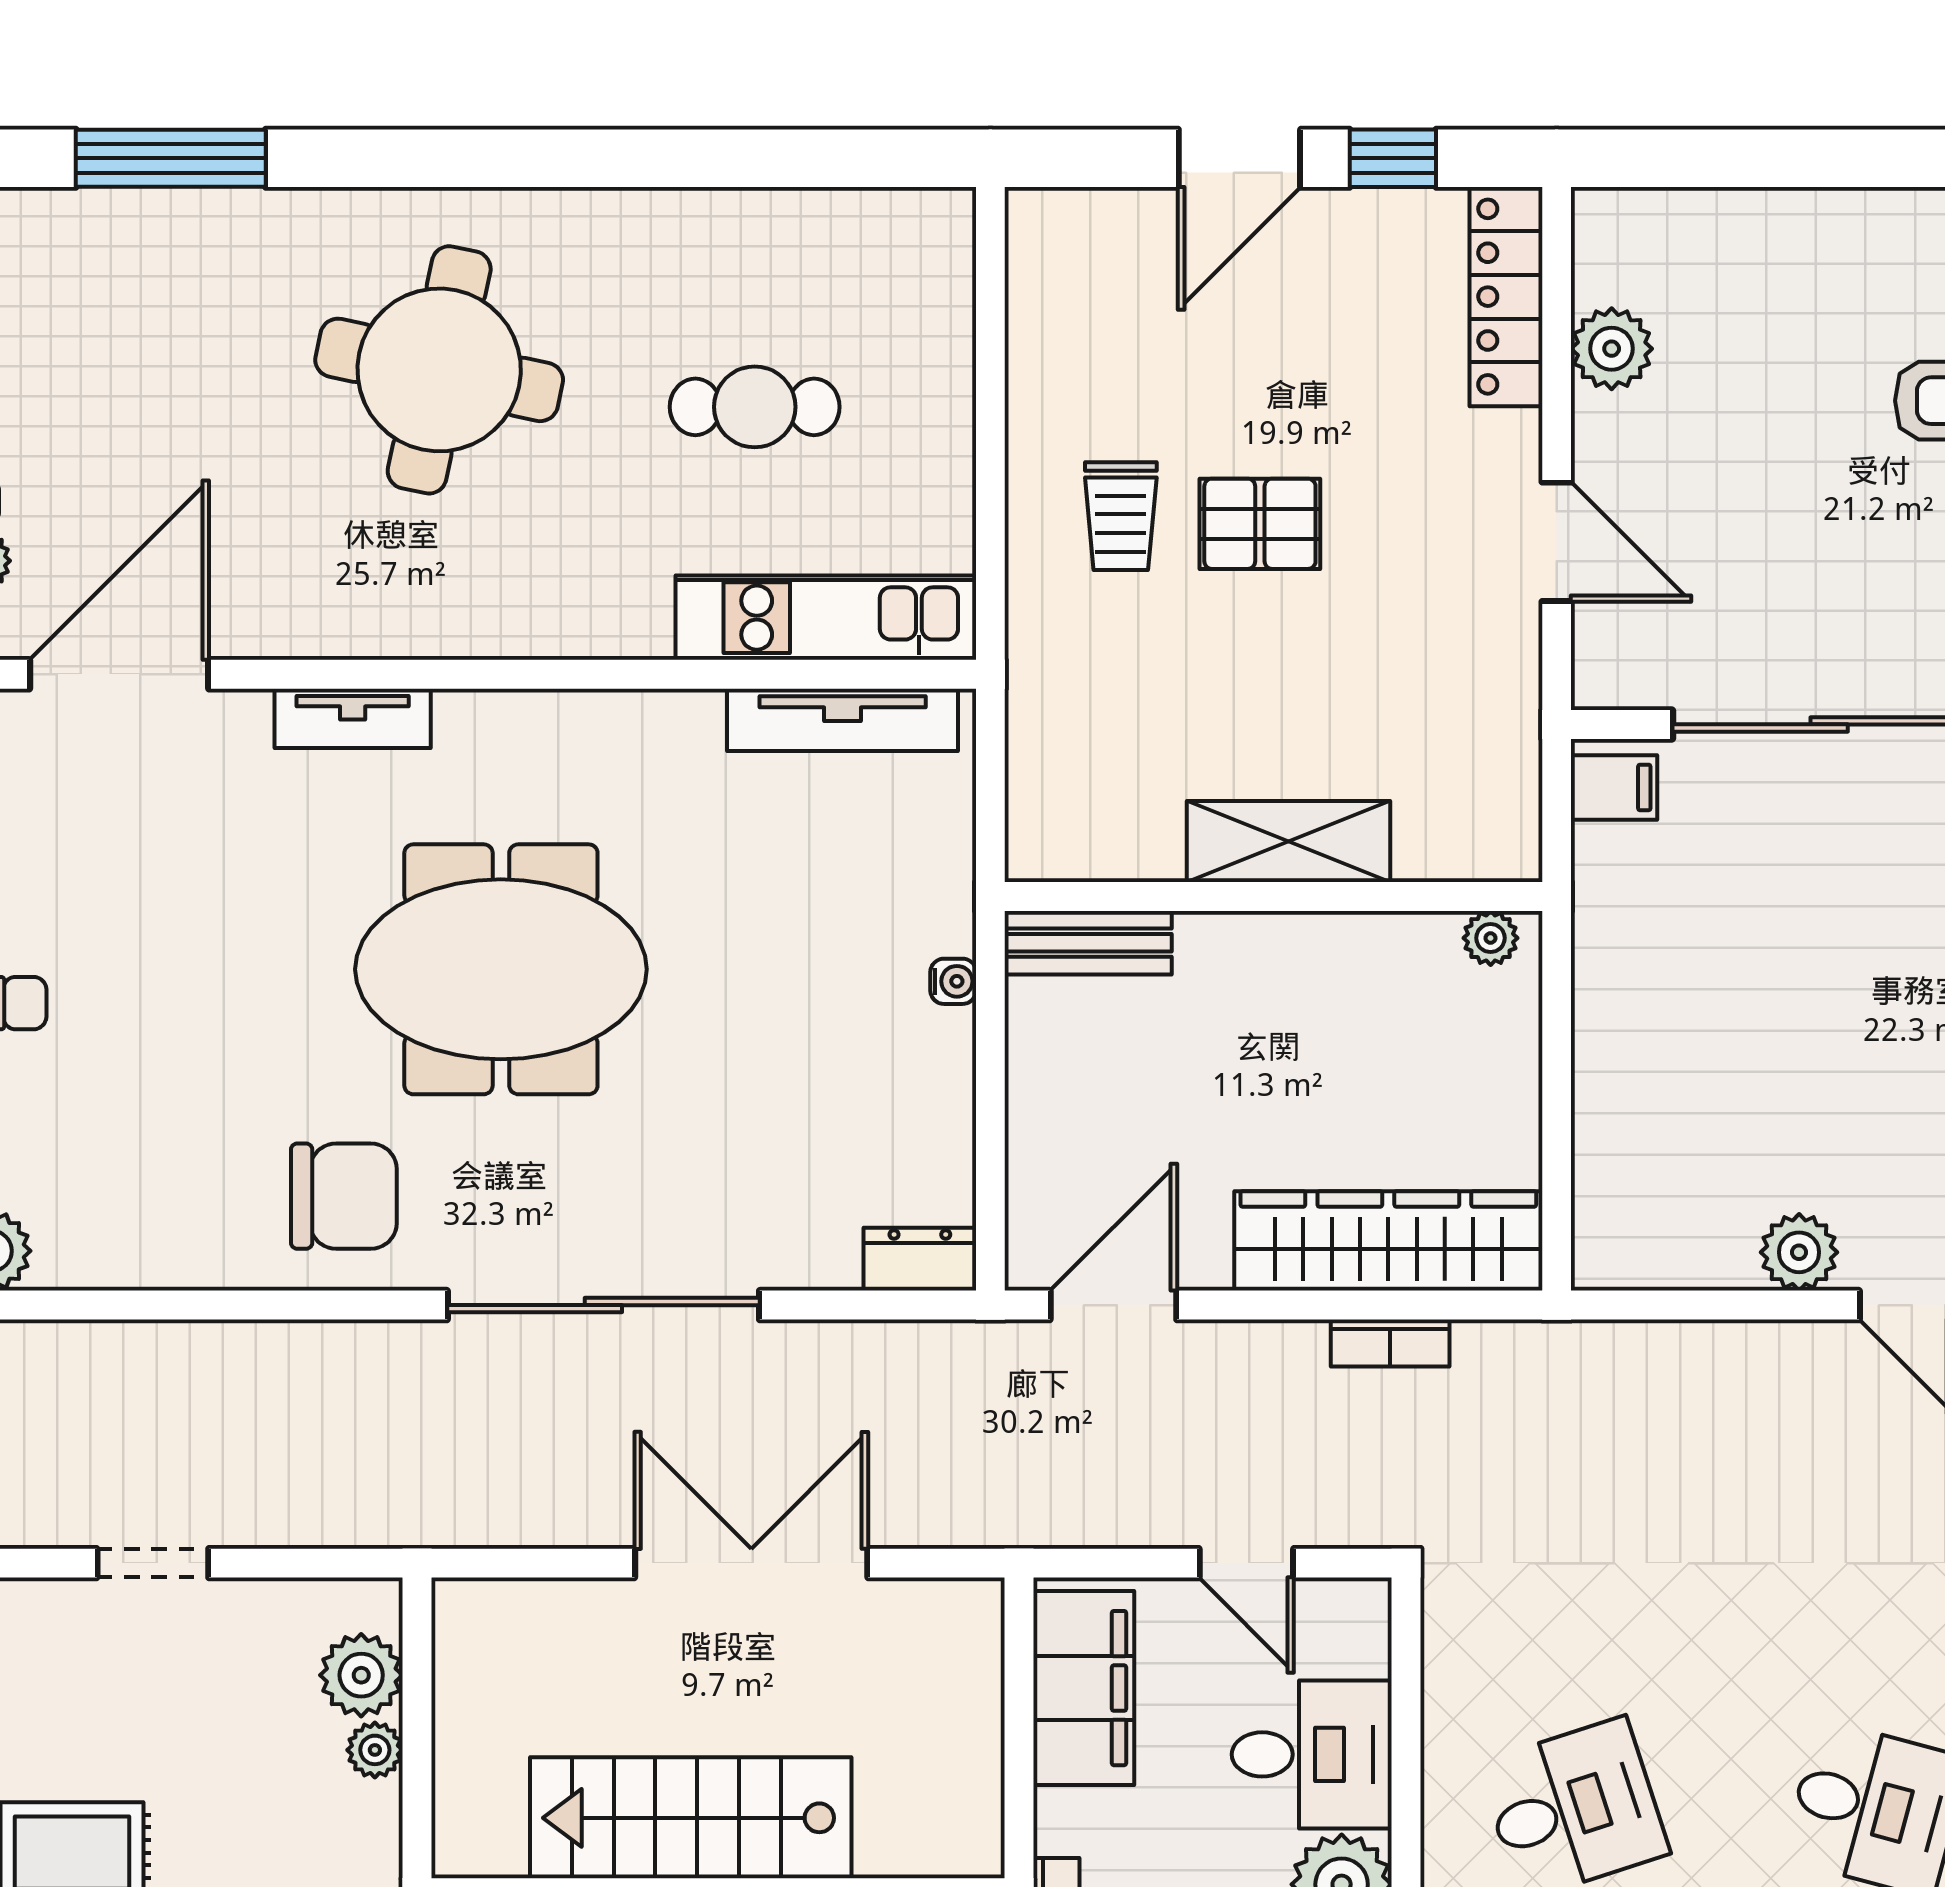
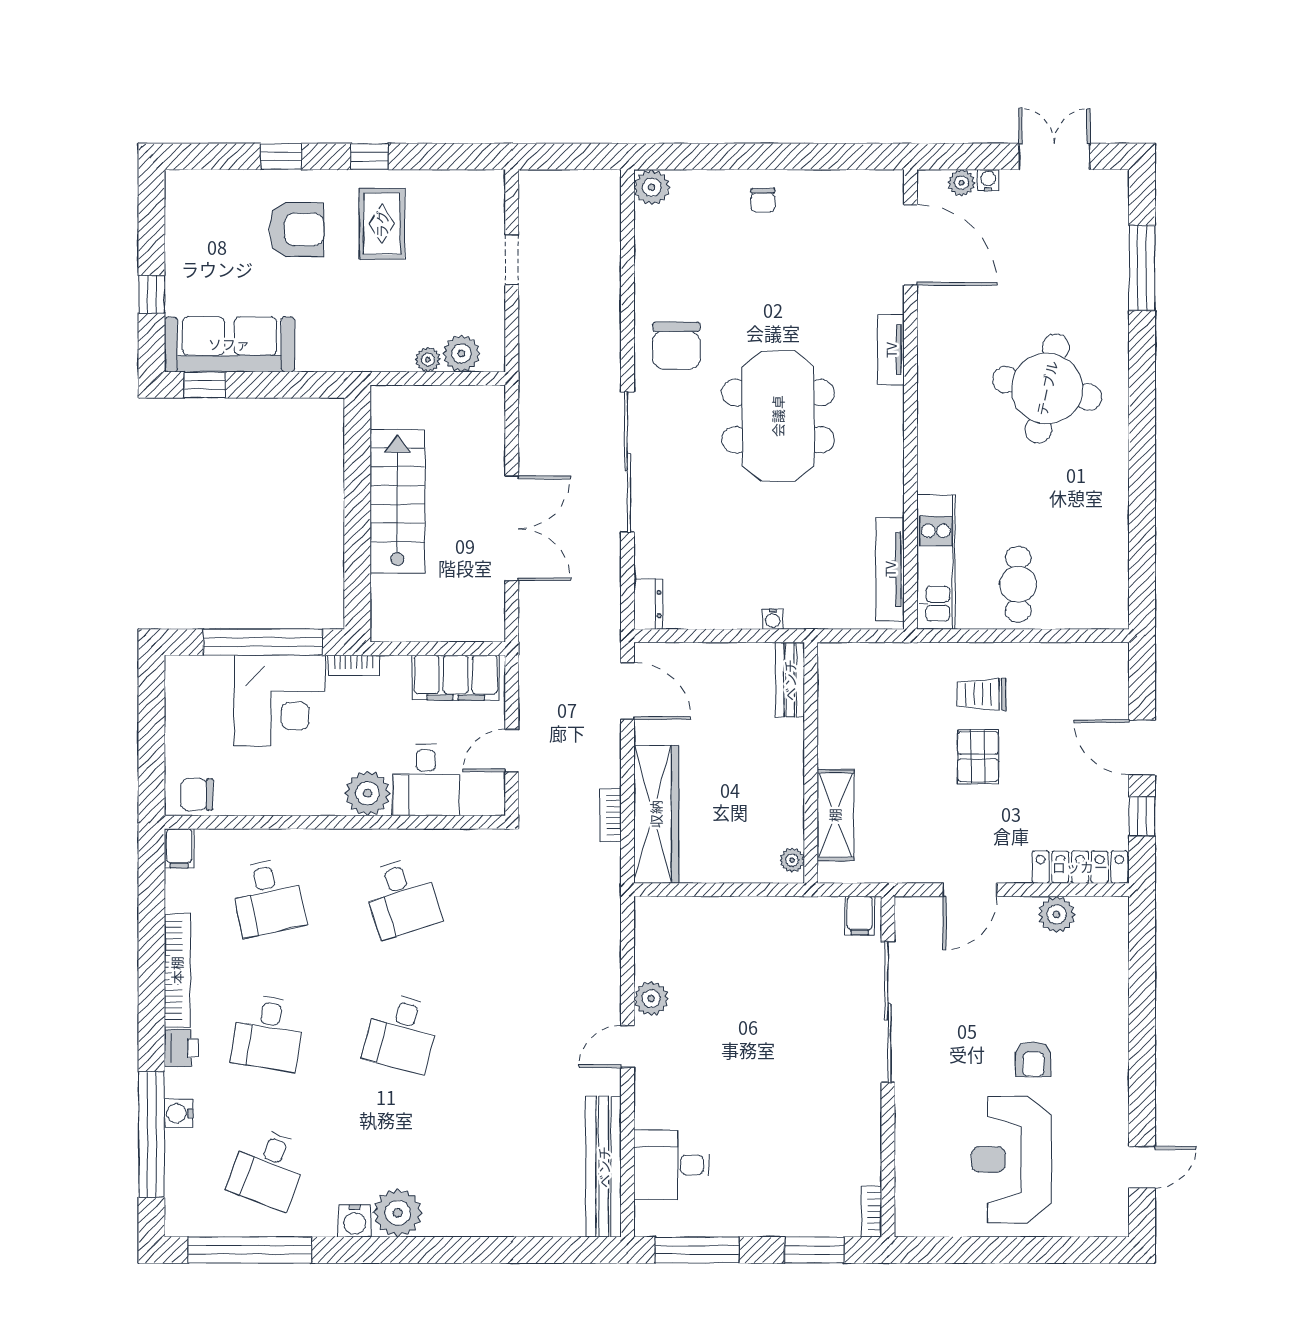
cafe table: (755, 407) -> (1018, 584), moved
shelving: (1288, 842) -> (835, 815), moved

